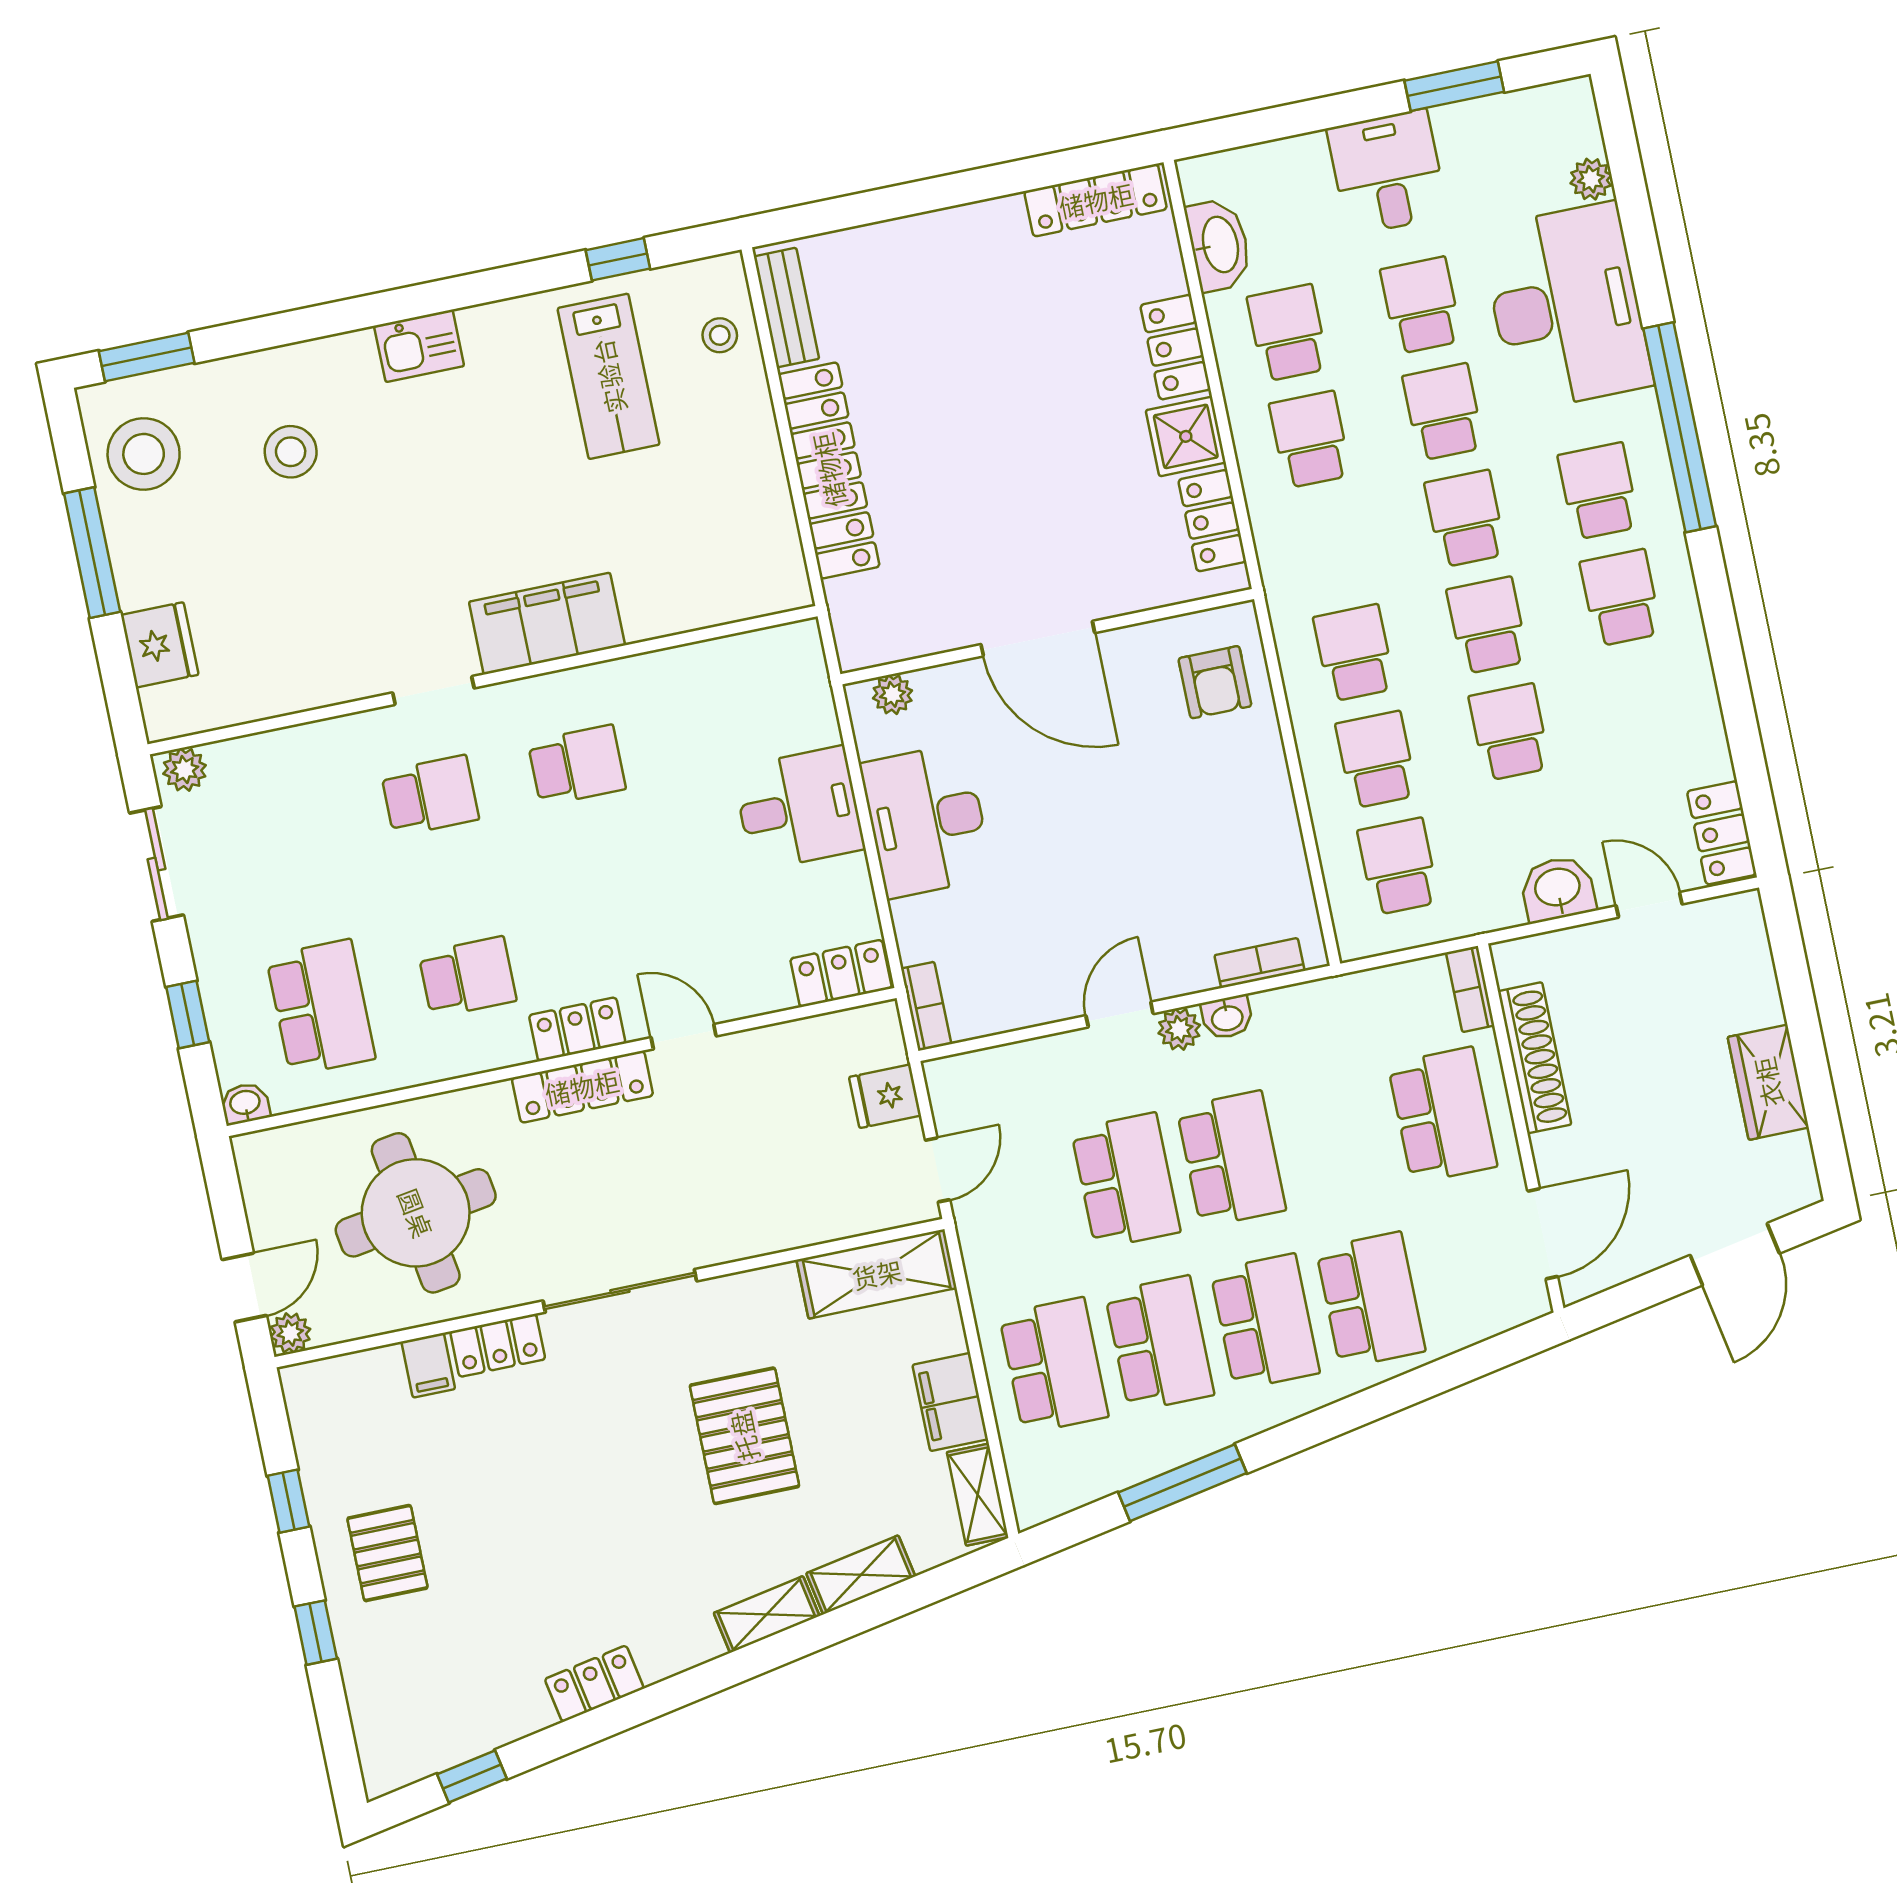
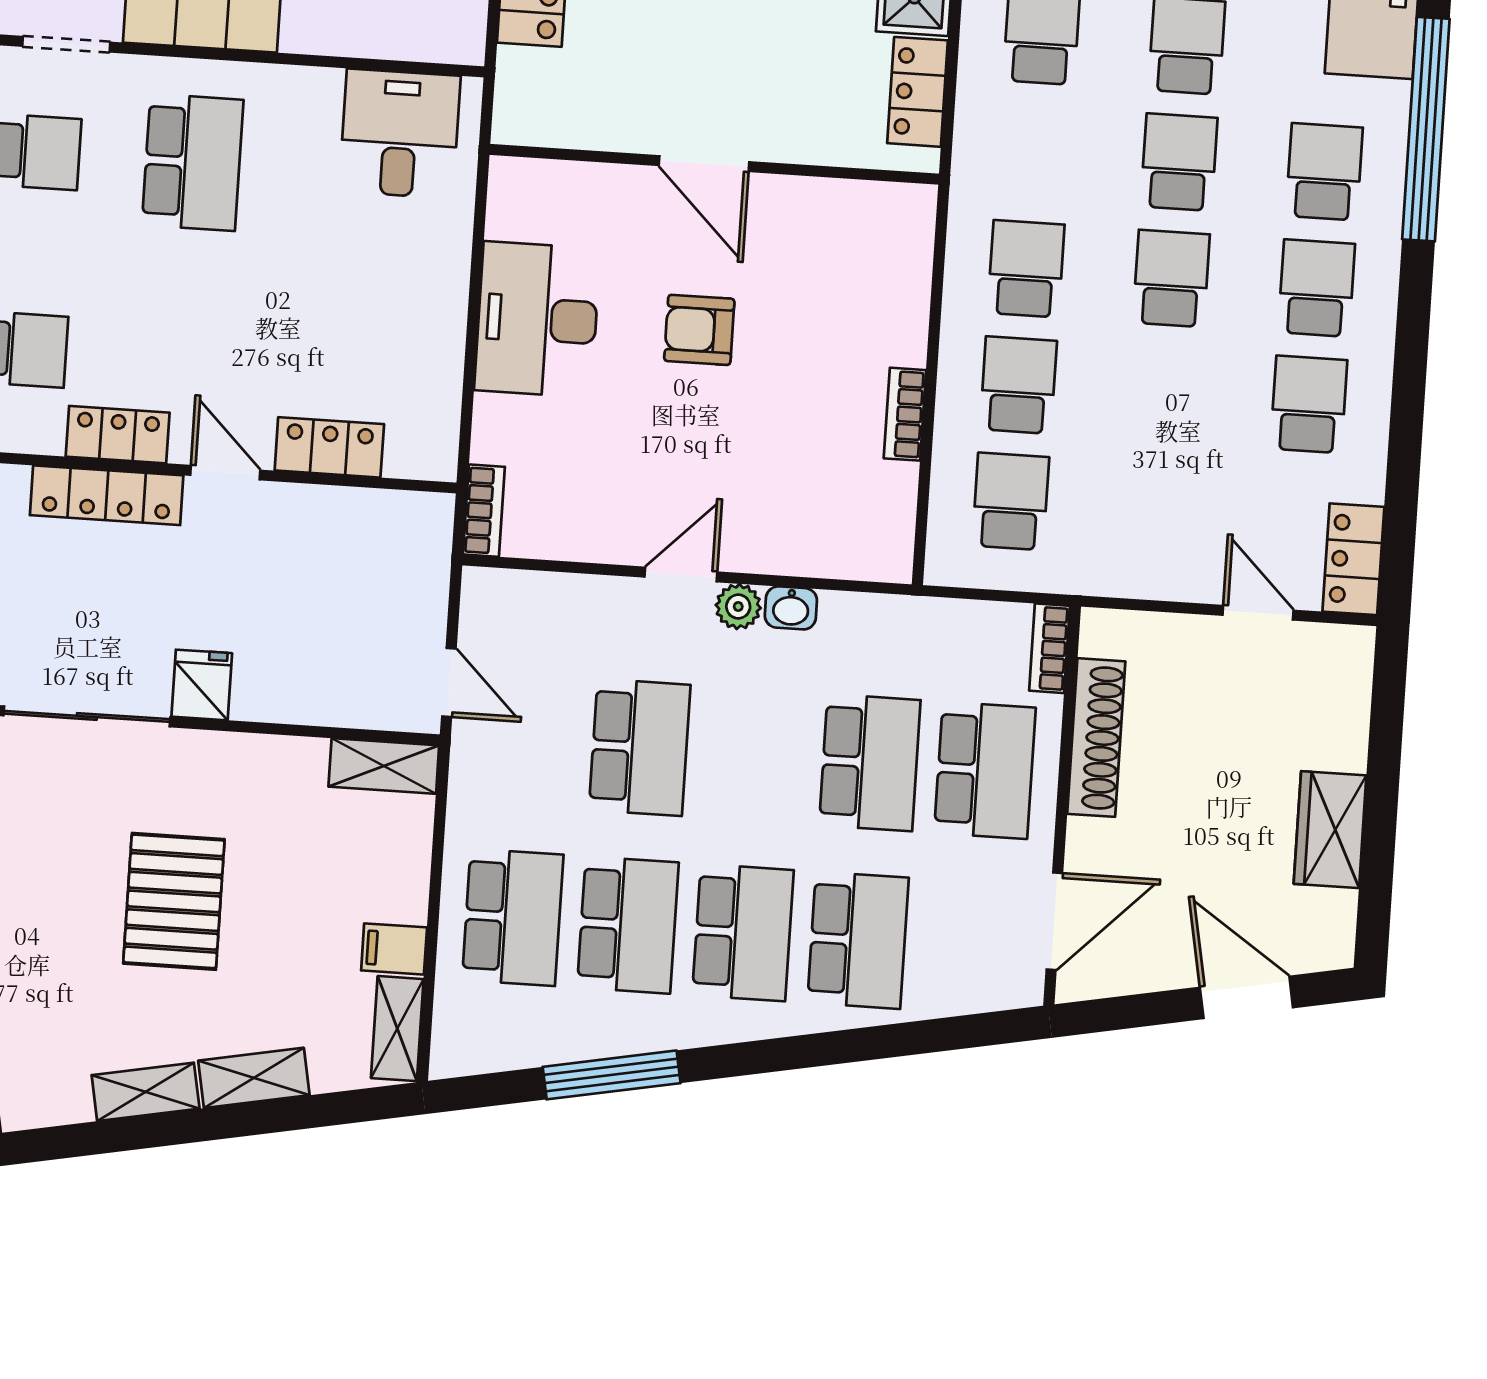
door: (1038, 639) -> (704, 164), width x0.73
armchair: (1215, 682) -> (699, 330), moved, turned 90
plant: (893, 694) -> (538, 180), removed
school desk: (1510, 732) -> (1309, 404), moved
school desk: (577, 765) -> (193, 162), width x1.85
desk: (799, 808) -> (400, 134), moved, turned -90
washbasin: (1558, 889) -> (1168, 570), removed
bookcase: (1259, 963) -> (905, 414), moved, turned -90
locker: (841, 973) -> (329, 447), moved
fridge: (885, 1096) -> (202, 685), moved, turned 90
school desk: (1231, 1159) -> (870, 763), moved
door: (938, 1170) -> (449, 683), hinge flipped
door: (1735, 1254) -> (1246, 997), swing flipped
shelving: (877, 1274) -> (384, 766), width x0.67, depth x0.75
filing cabinet: (950, 1402) -> (394, 949), width x0.50

